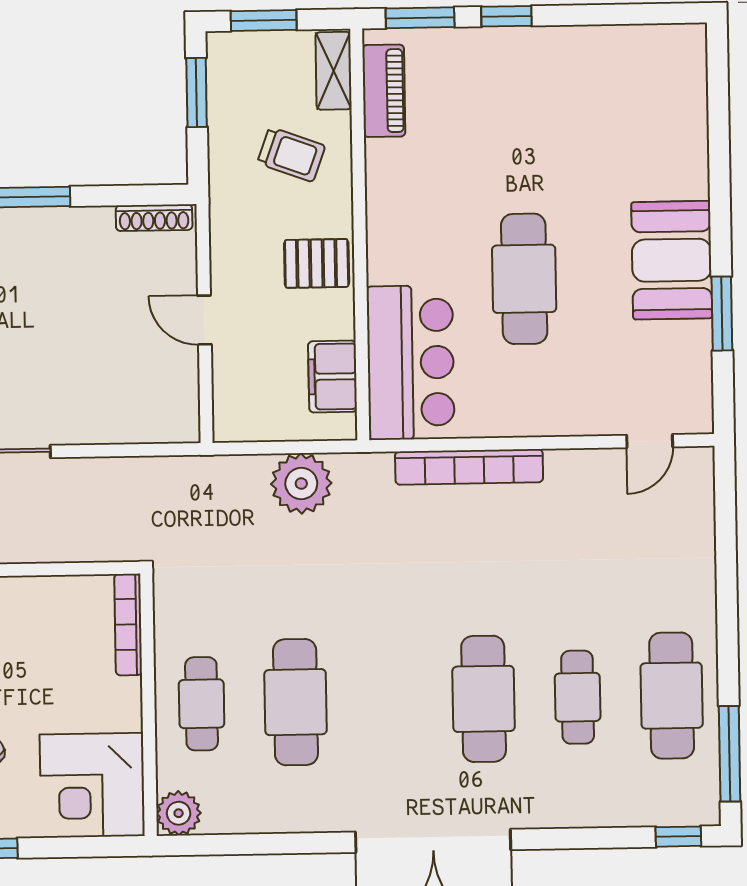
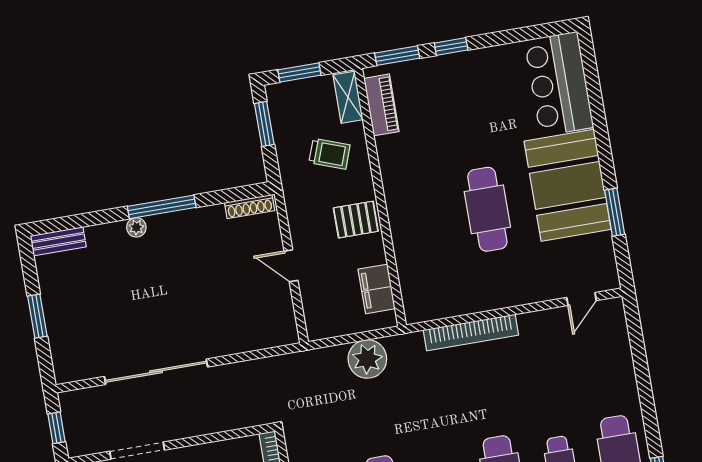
booth: (672, 260) -> (568, 185), width x1.36, depth x1.42
bar counter: (411, 362) -> (559, 84), moved, turned 180

